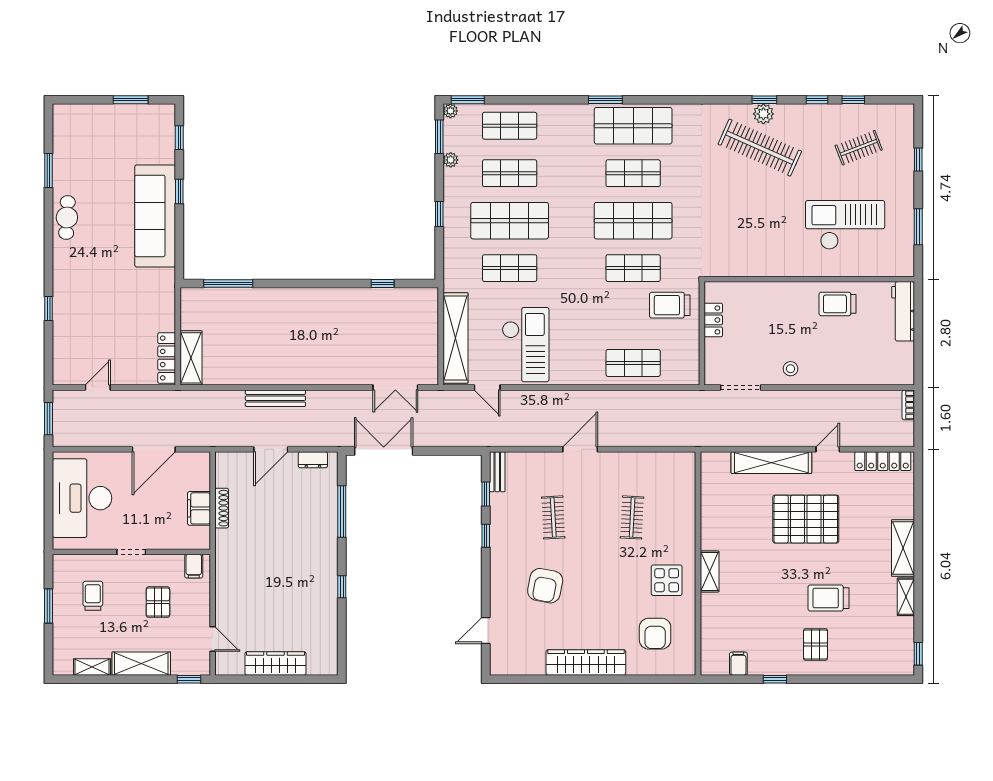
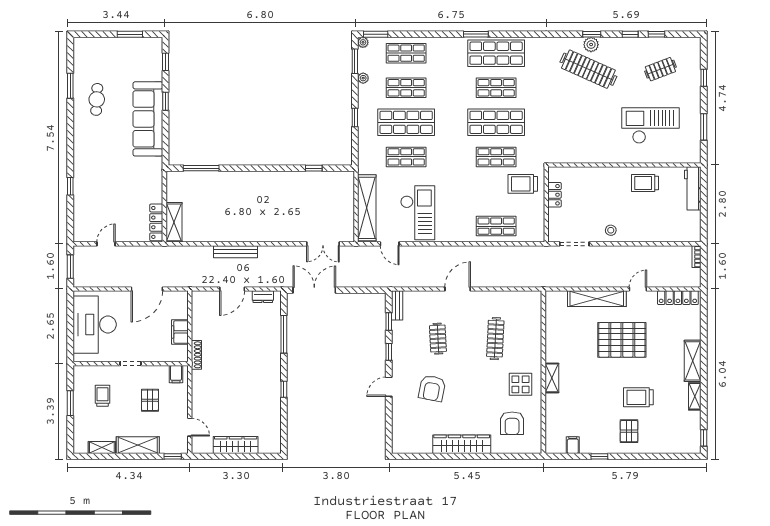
cafe table: (67, 218) -> (97, 99), moved
shoe rack: (222, 508) -> (196, 355), moved
clothes rail: (632, 517) -> (495, 339), width x1.36
door: (486, 630) -> (389, 387), moved

